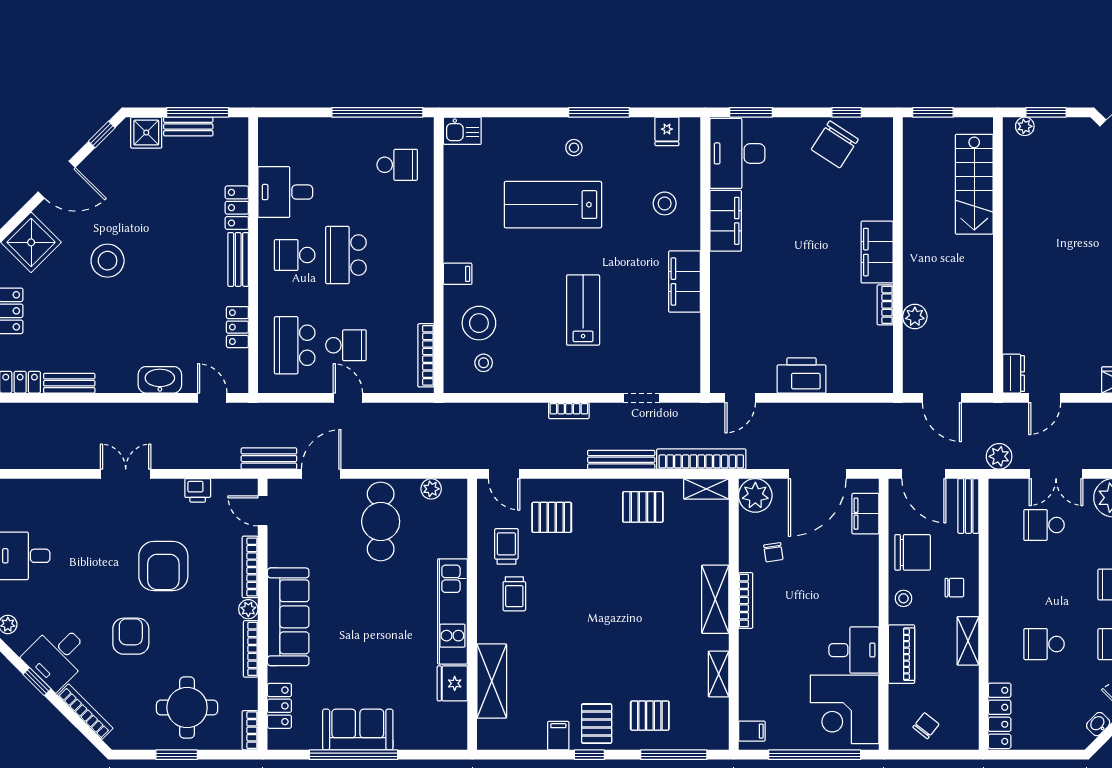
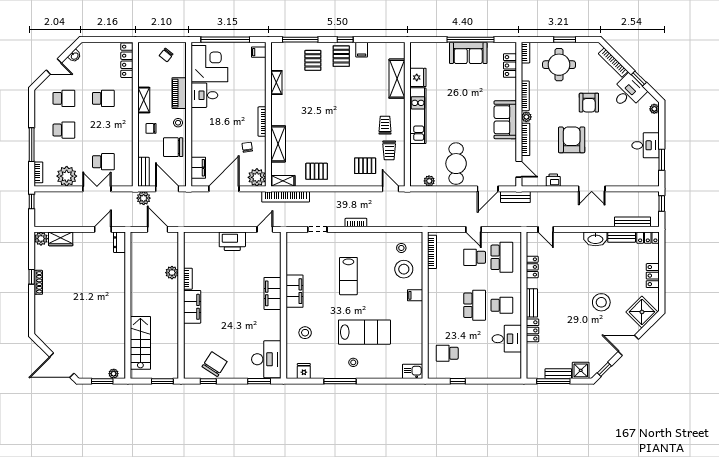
window: (377, 112) -> (458, 381), width x0.32
filing cabinet: (726, 221) -> (273, 293), moved
washbasin: (160, 380) -> (595, 239), moved
plant: (999, 456) -> (144, 198), moved
bench: (621, 460) -> (633, 222), moved
shelving: (715, 599) -> (278, 144), moved
sofa: (288, 617) -> (505, 120), width x0.73
pallet: (650, 716) -> (313, 60), turned 90

